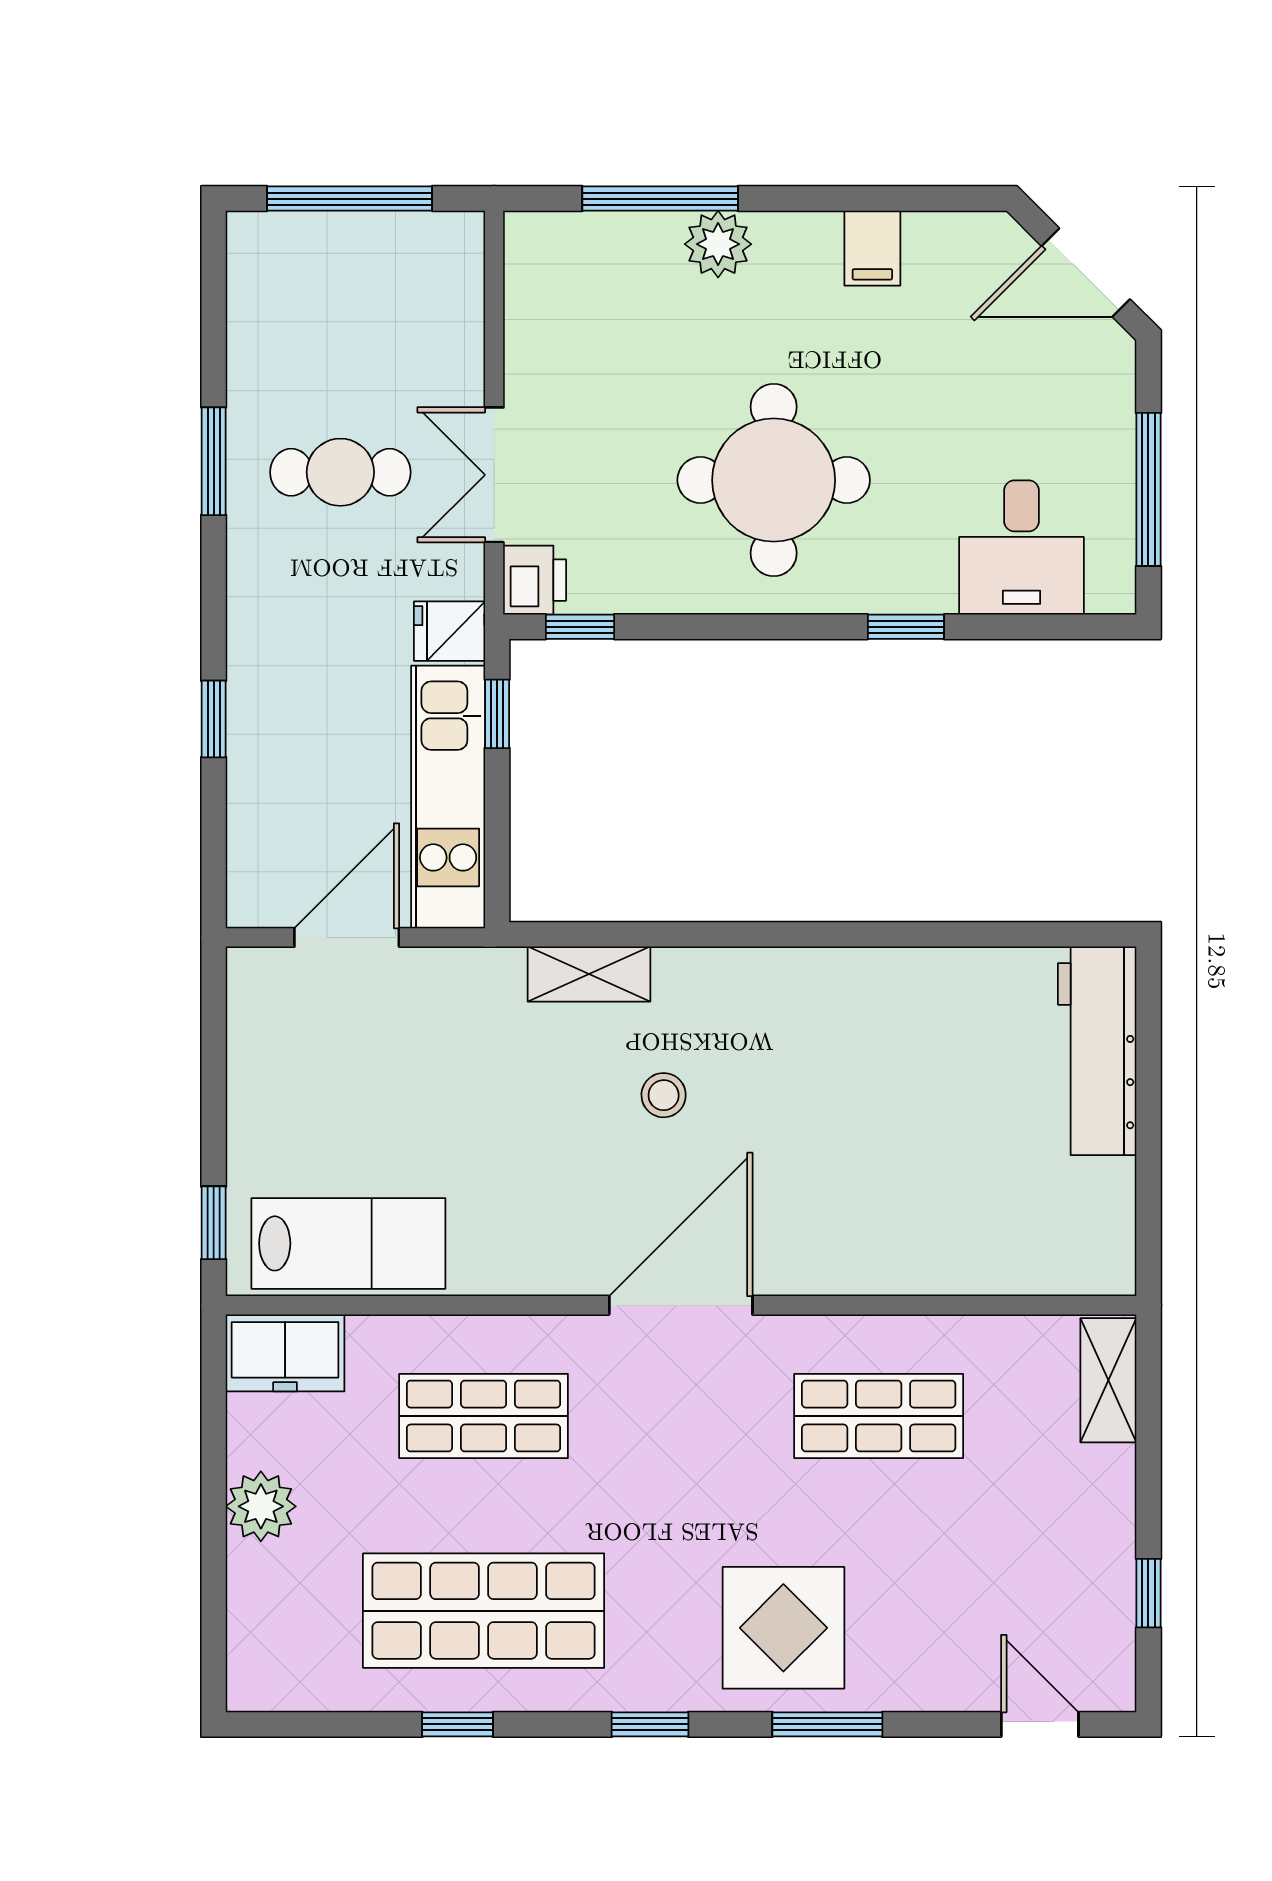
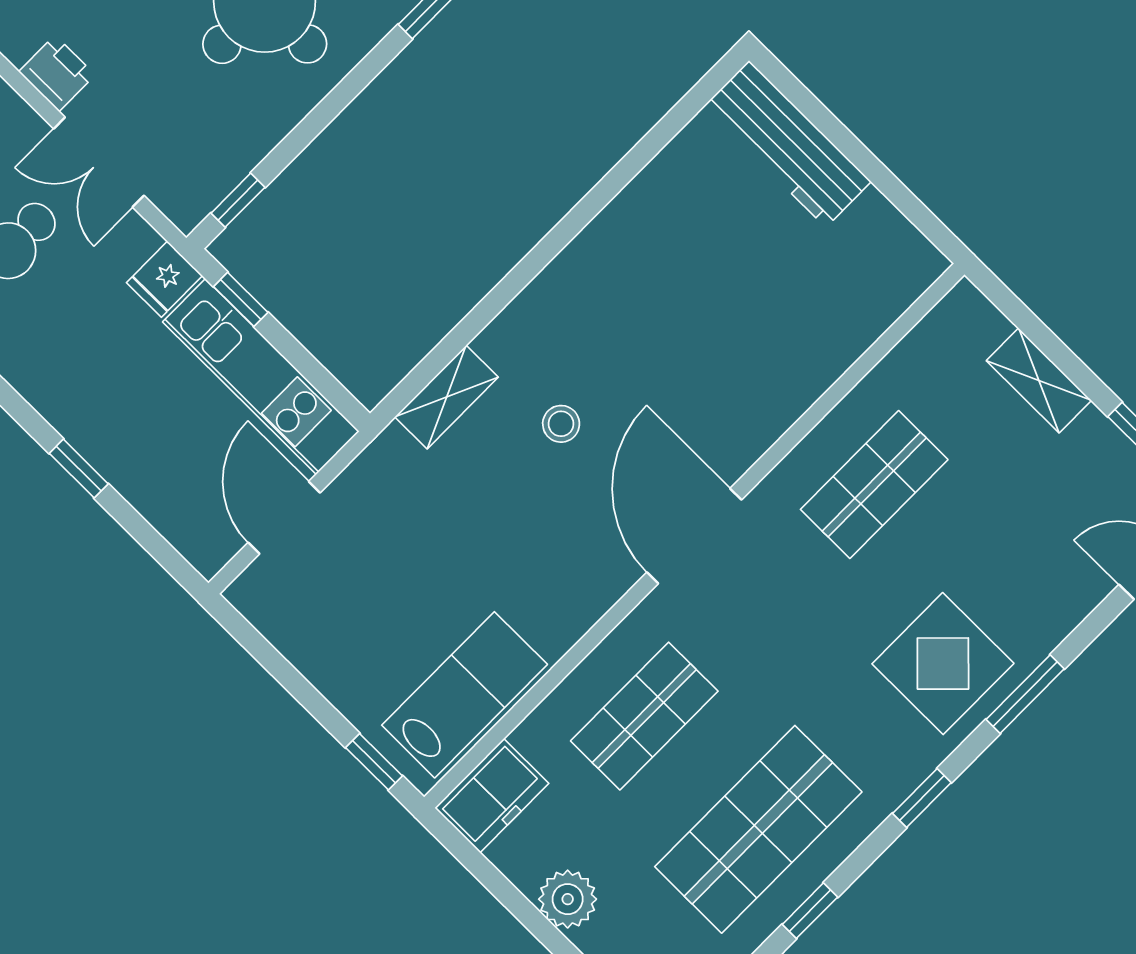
printer: (535, 580) -> (57, 73), moved
shelving: (1108, 1380) -> (1039, 381), moved

